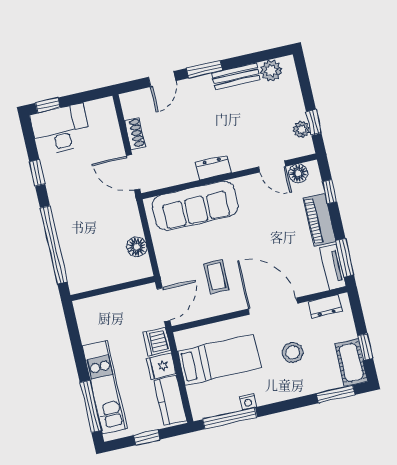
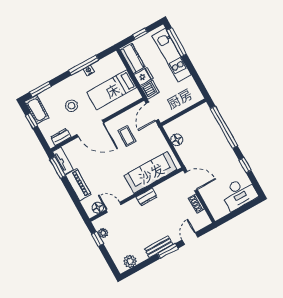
bench: (236, 76) -> (159, 247), moved
window: (48, 105) -> (250, 205), removed
window: (330, 192) -> (77, 202), removed
window: (230, 418) -> (84, 65), moved

